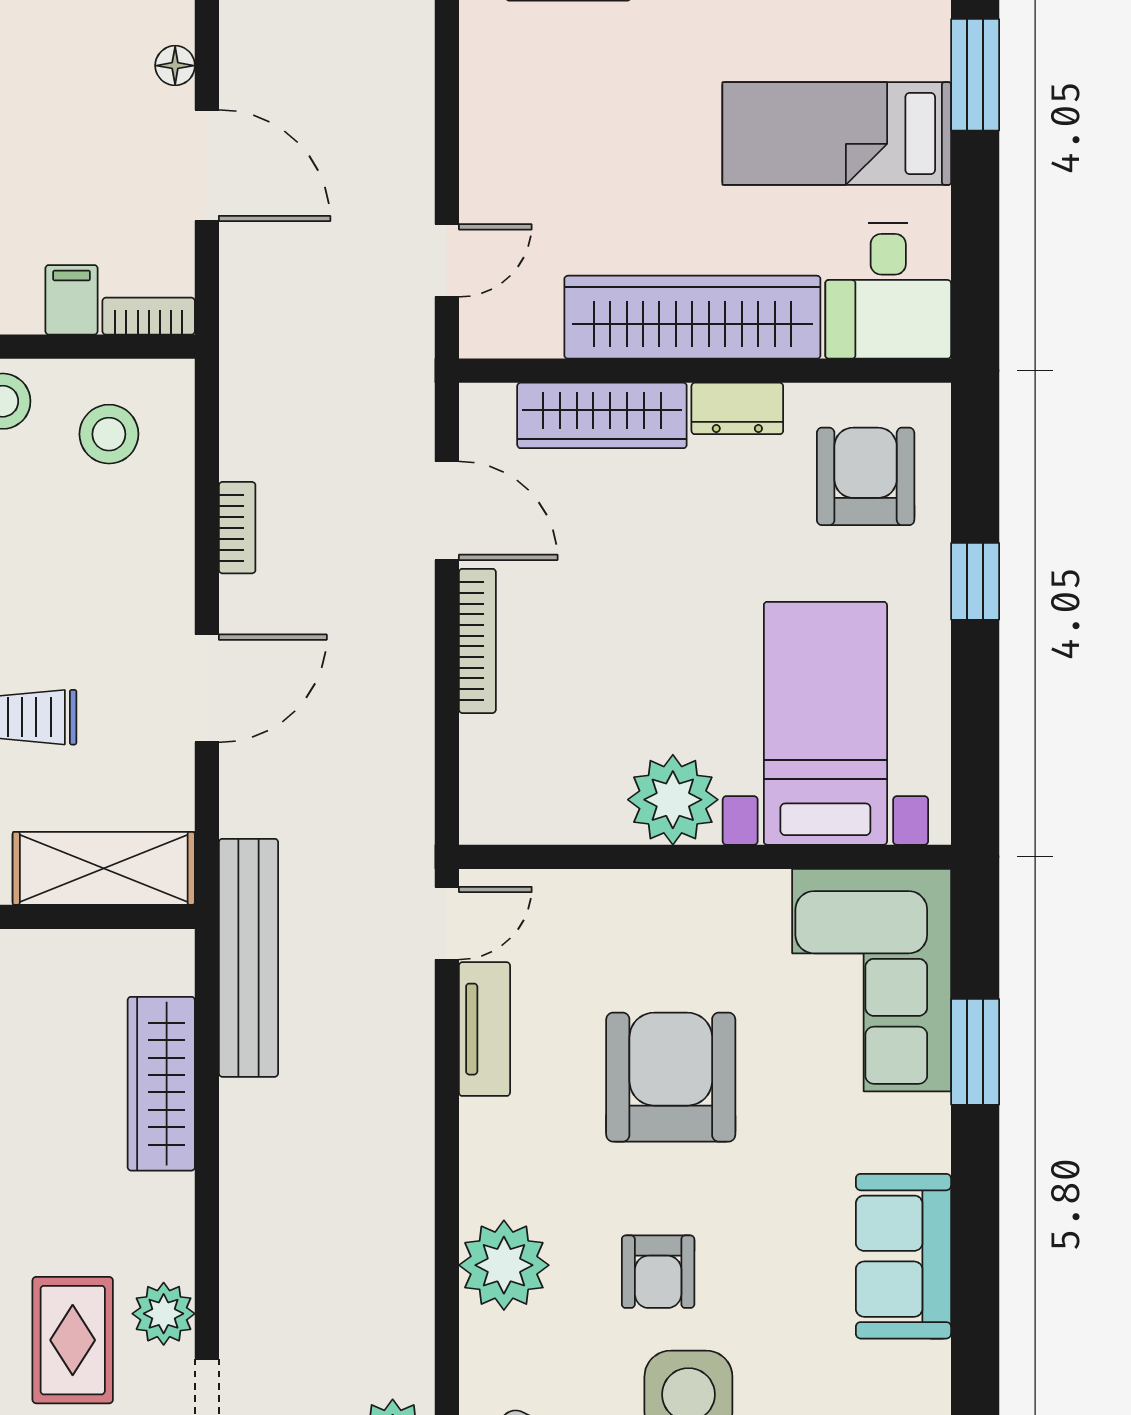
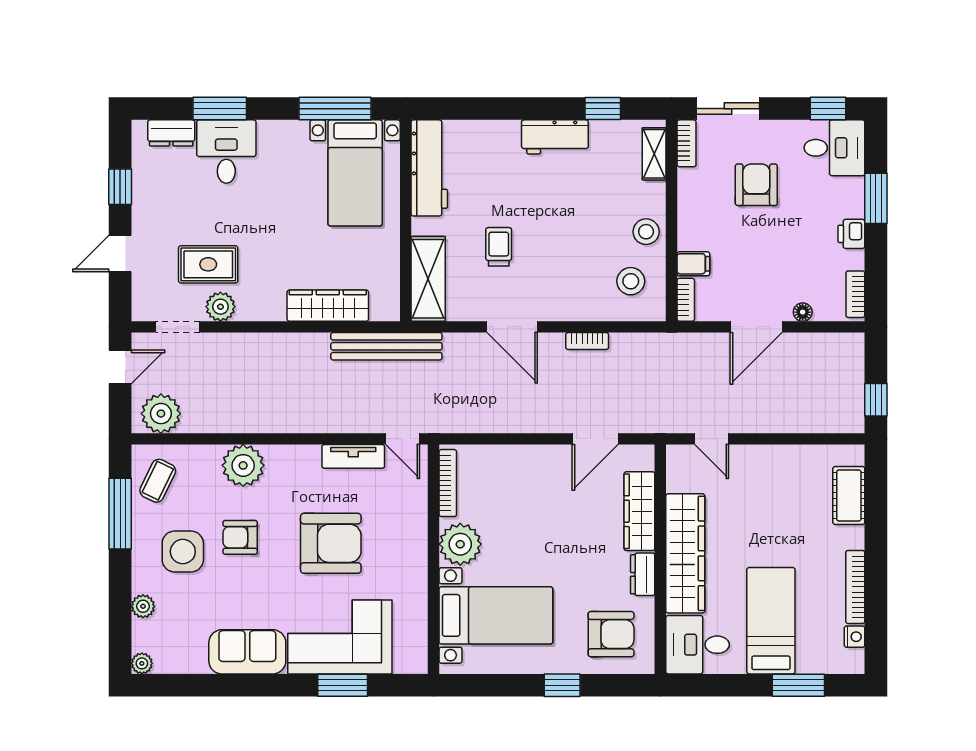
bookcase: (477, 641) -> (448, 483), moved, turned -90
corner sofa: (872, 980) -> (340, 637), moved

